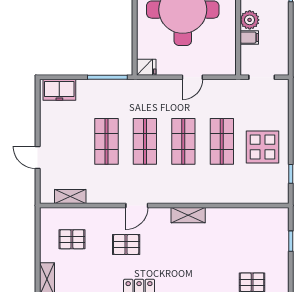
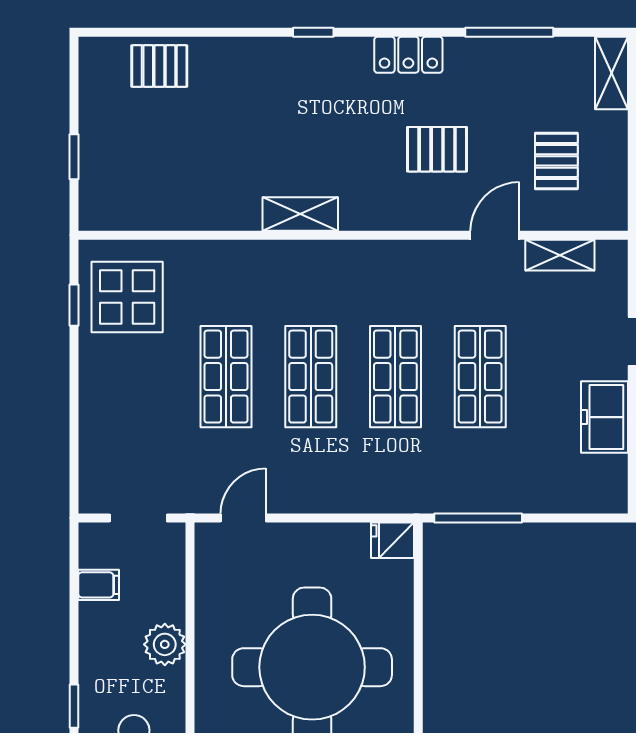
filing cabinet: (249, 38) -> (99, 585), moved, turned 180
door: (192, 77) -> (243, 518), moved
freezer: (59, 90) -> (604, 417), moved, turned -90
display table: (262, 147) -> (127, 297), moved
door: (137, 206) -> (495, 235), moved
pallet: (72, 239) -> (556, 161), turned 90

